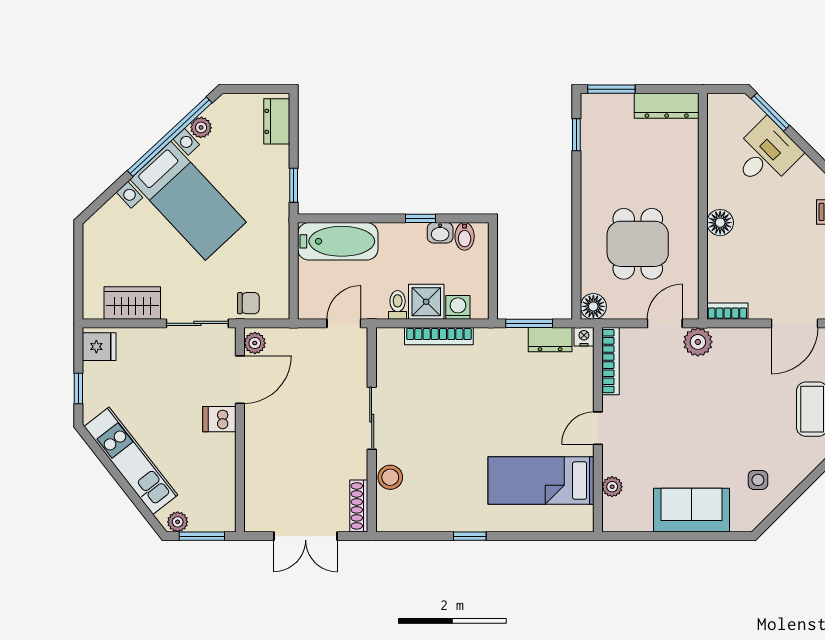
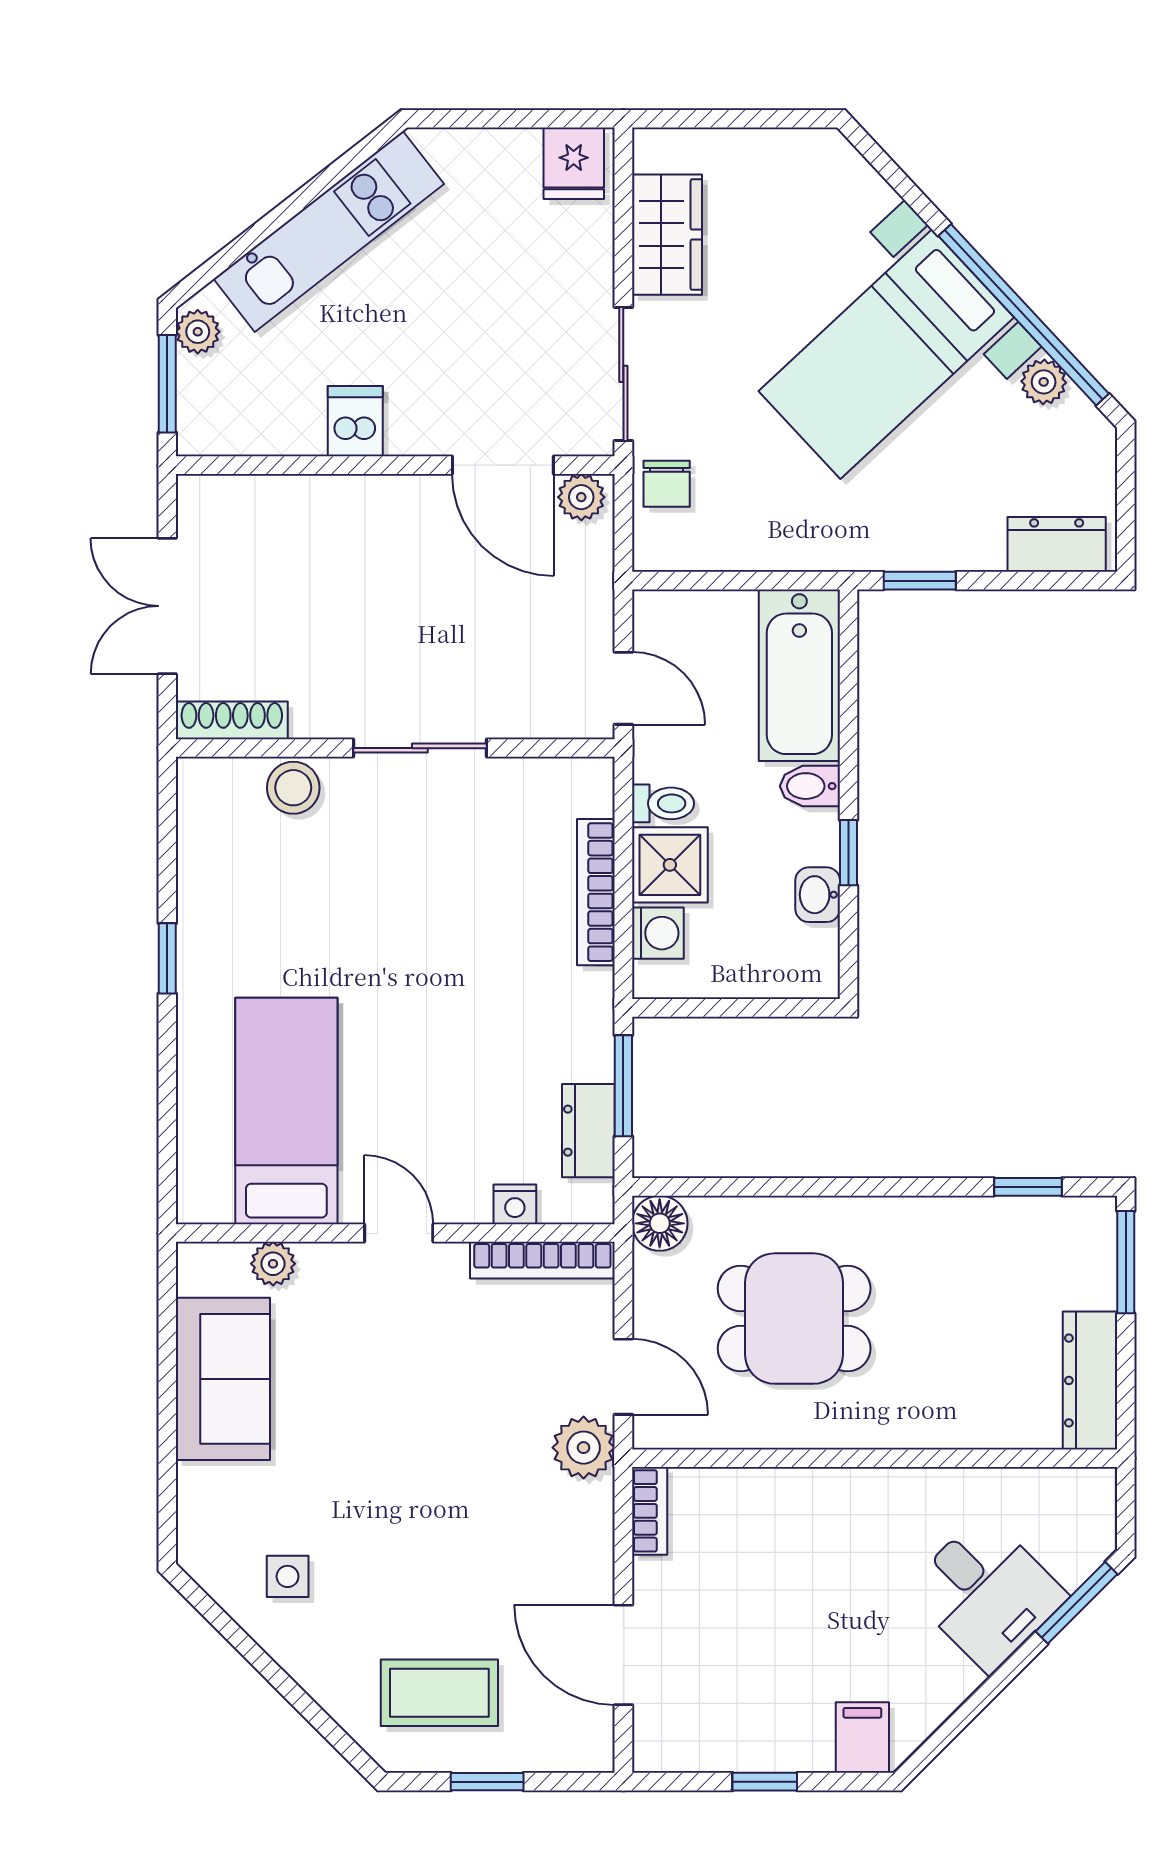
floor lamp: (720, 223) -> (840, 1495), removed
bidet: (465, 236) -> (810, 786), moved
nightstand: (584, 337) -> (515, 1204), moved, turned 90
window: (78, 388) -> (484, 119), removed
dishwasher: (219, 419) -> (355, 421), moved
sofa: (691, 510) -> (223, 1379), moved

